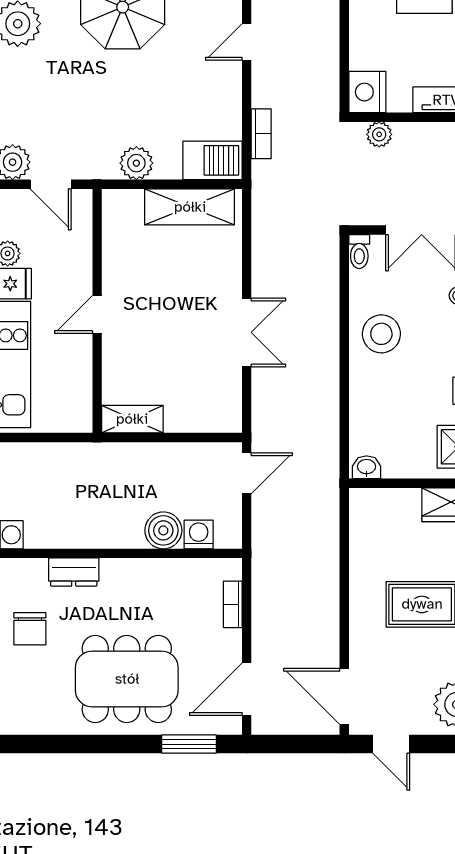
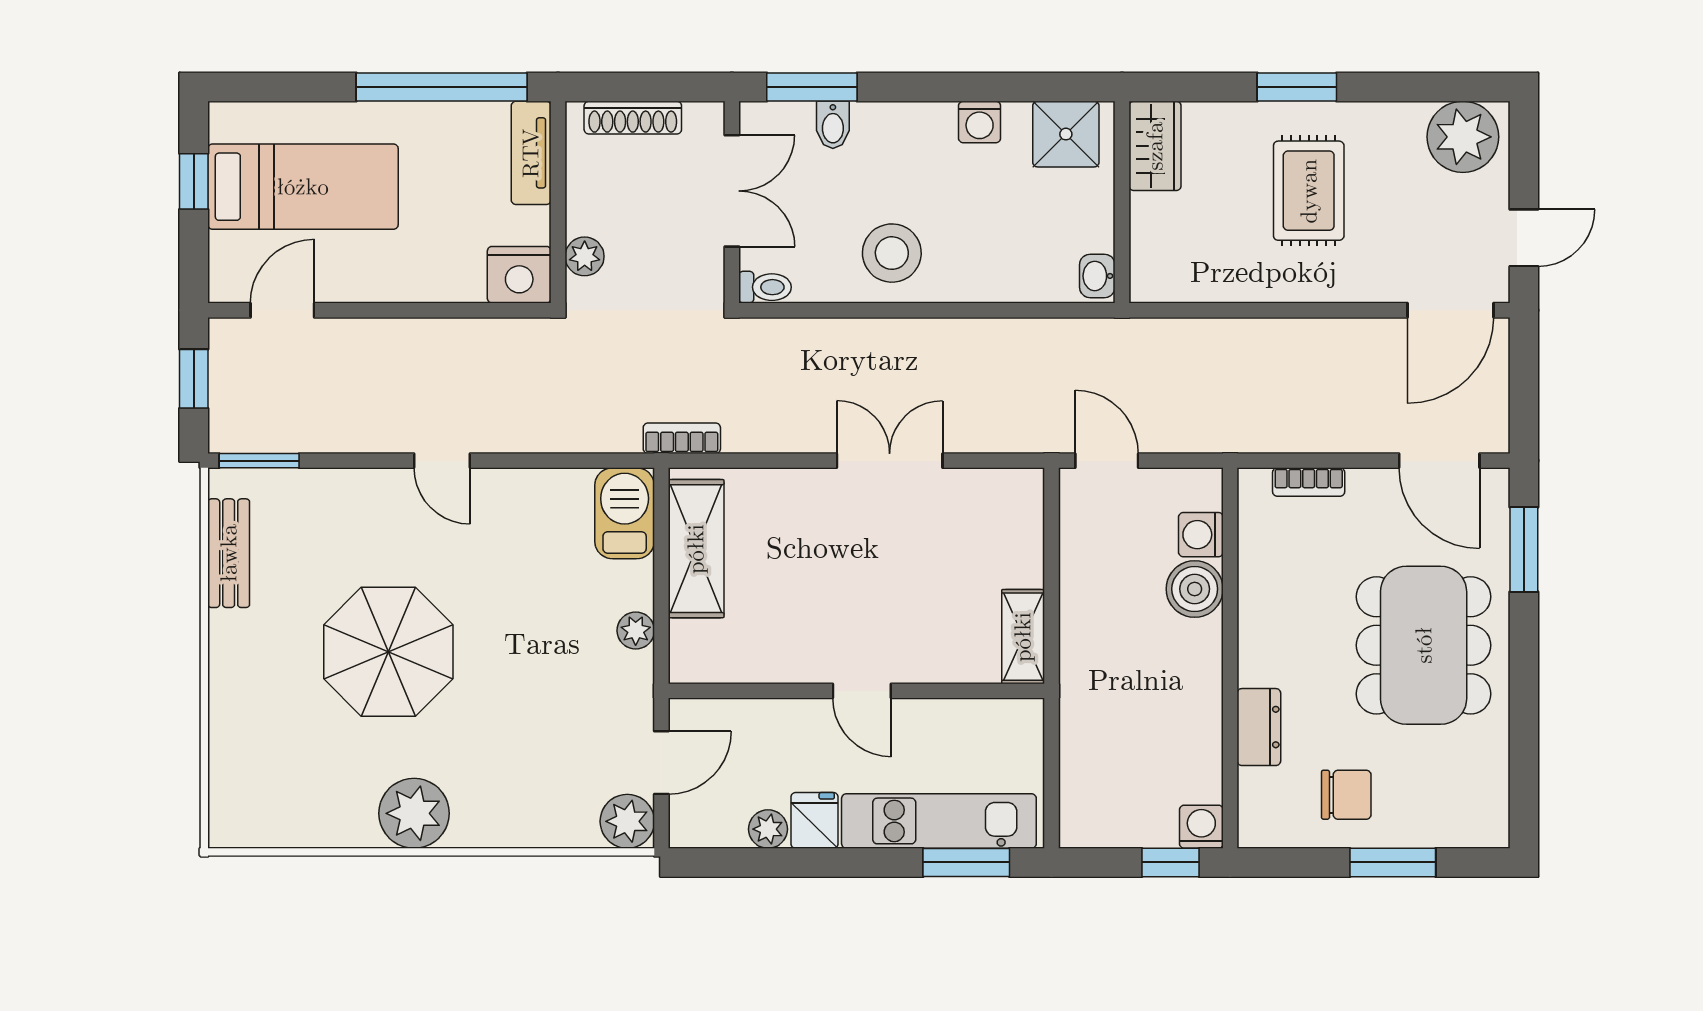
bookcase: (261, 134) -> (682, 438), moved
plant: (136, 163) -> (636, 631), width x0.73, depth x0.73

